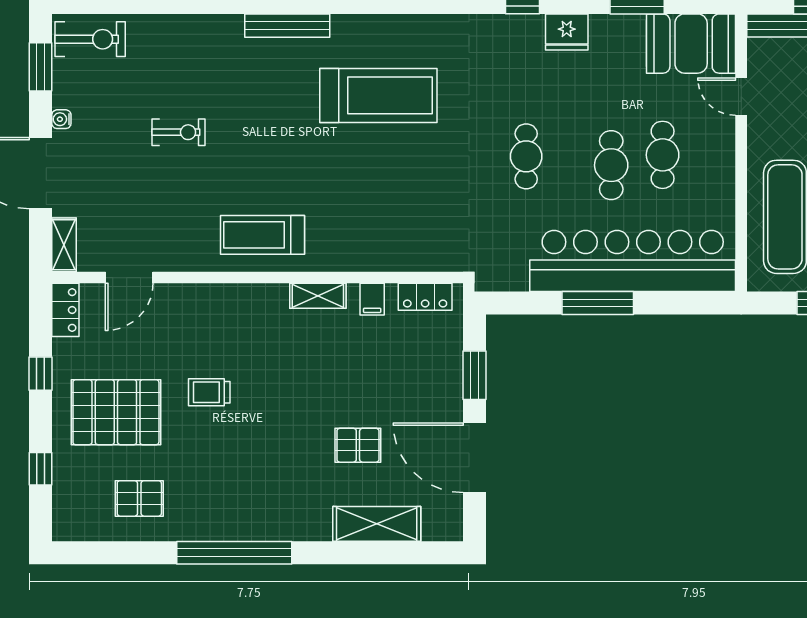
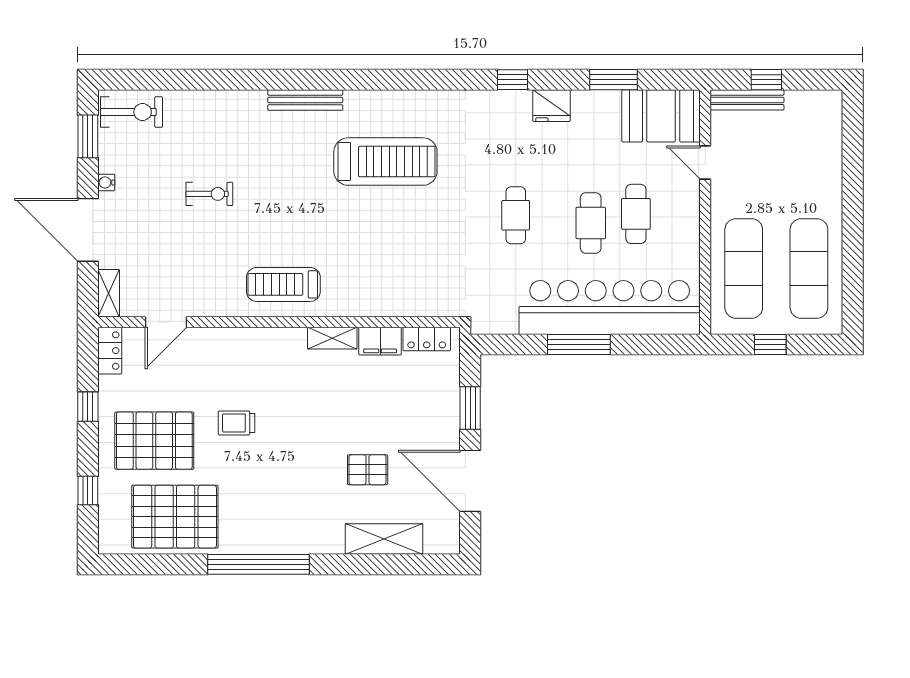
filing cabinet: (372, 299) -> (380, 341), width x2.00
pallet: (139, 498) -> (175, 517), width x2.05, depth x2.00

